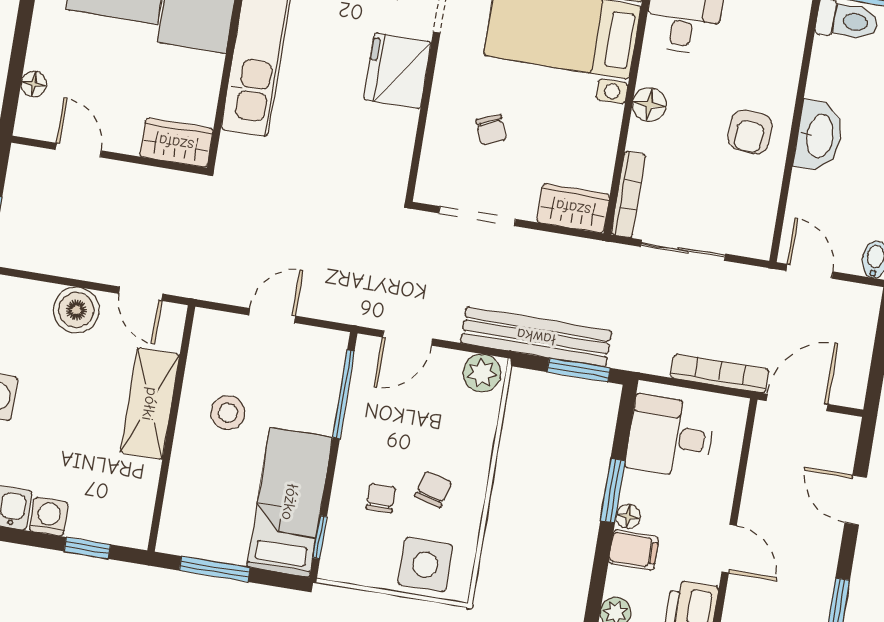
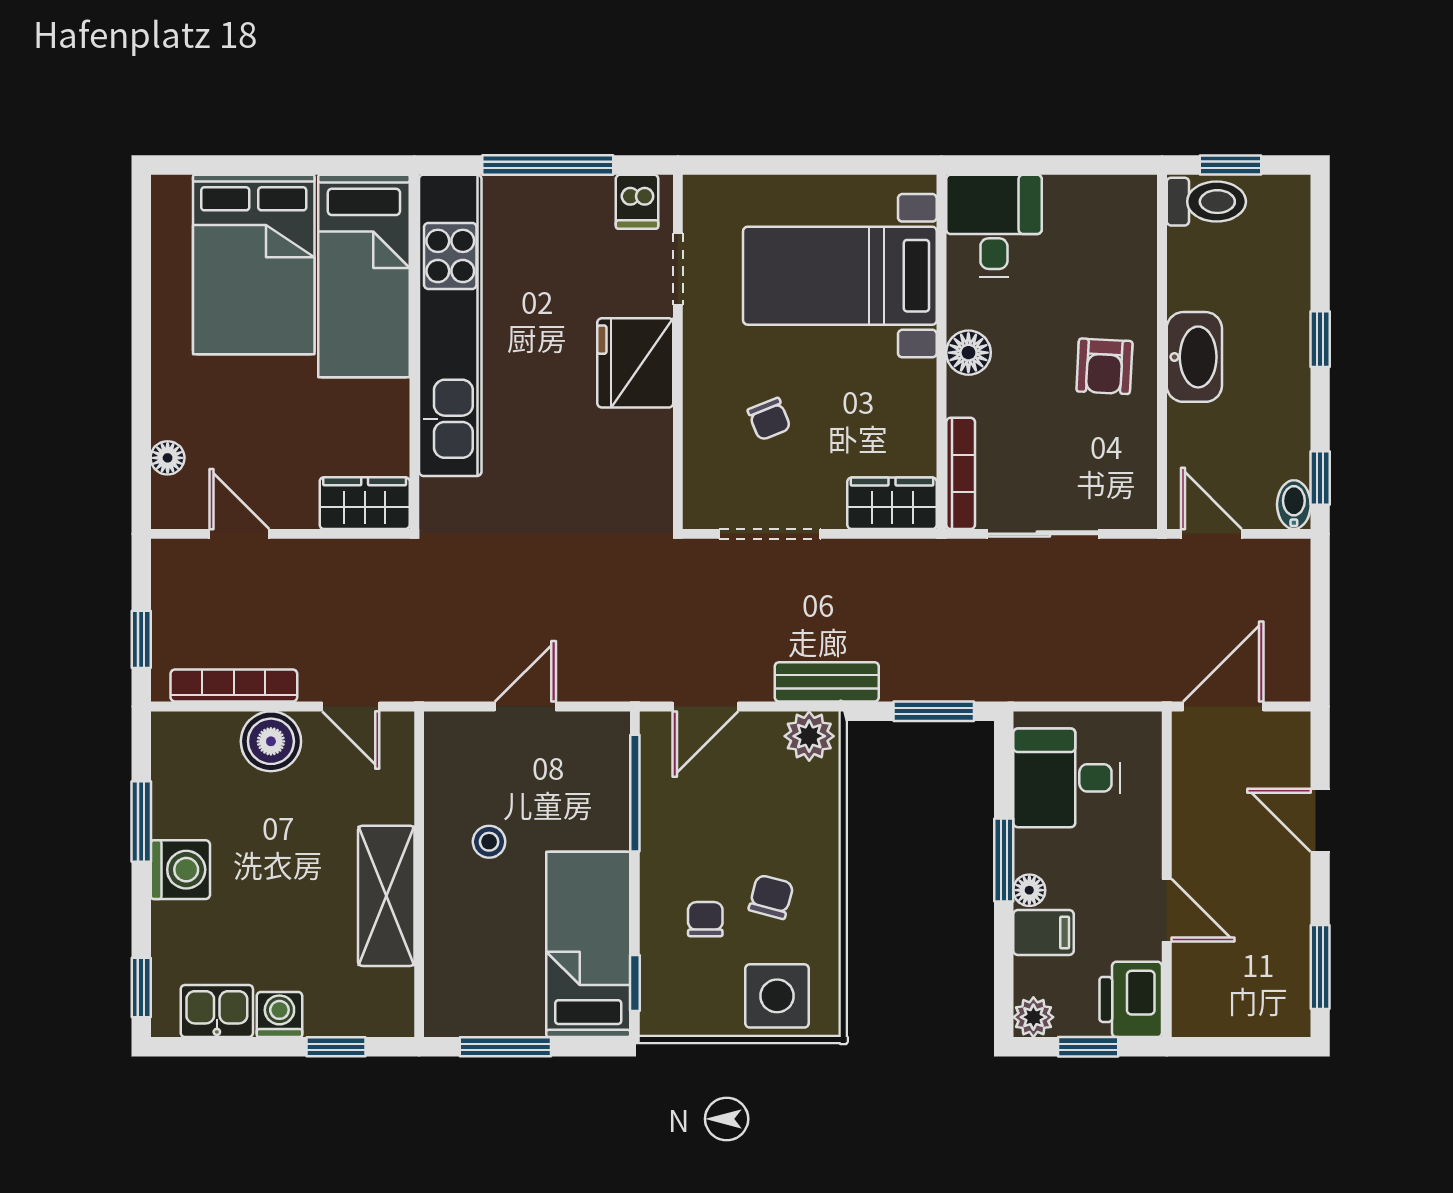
bench: (536, 337) -> (827, 682), width x0.54, depth x0.82
bookcase: (720, 373) -> (234, 686), moved
shelving: (150, 404) -> (386, 896), moved
stool: (228, 413) -> (489, 842), width x0.73, depth x0.73

